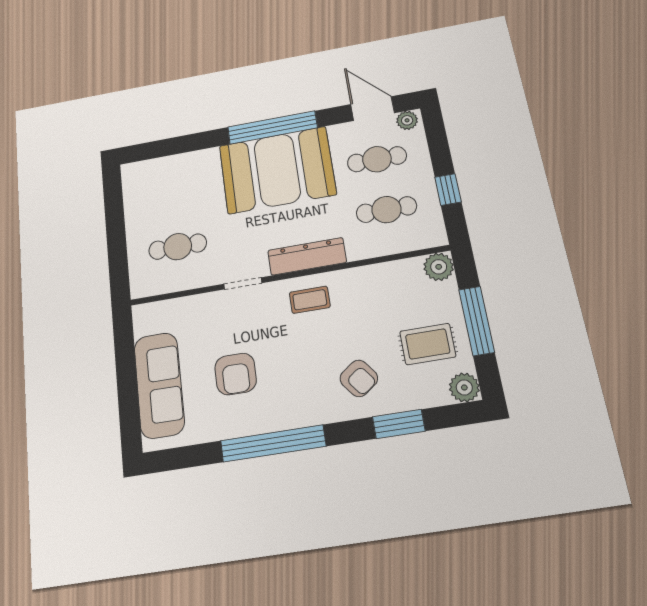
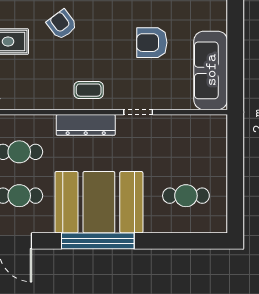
cafe table: (178, 247) -> (186, 196), moved
armchair: (236, 374) -> (152, 43), turned -90
sofa: (159, 385) -> (211, 70), moved

